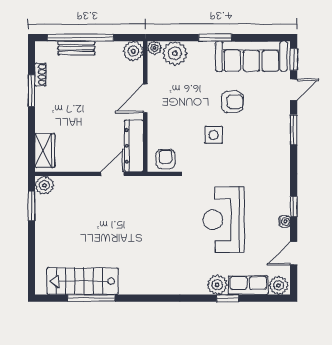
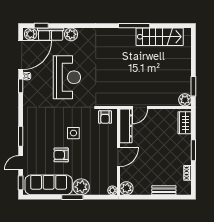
window: (80, 38) -> (161, 197), removed
plant: (175, 53) -> (81, 187), moved
window: (31, 91) -> (193, 150), moved
door: (294, 253) -> (21, 55), width x1.88
window: (91, 298) -> (134, 26), moved
window: (228, 298) -> (41, 26), moved

